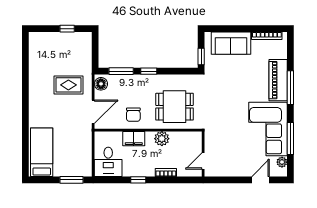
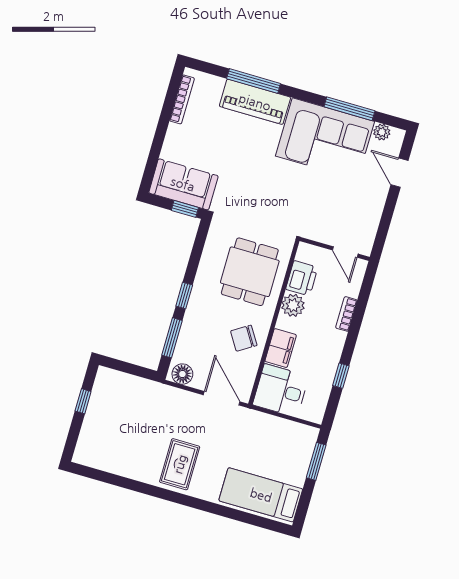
sofa: (231, 43) -> (183, 184), moved, turned -90
rug: (68, 85) -> (180, 464), moved
window: (290, 88) -> (254, 81), moved
chair: (133, 115) -> (244, 338), turned 148
printer: (180, 139) -> (302, 278), added
desk: (108, 162) -> (281, 390), moved, turned 180
window: (138, 180) -> (341, 376), moved

